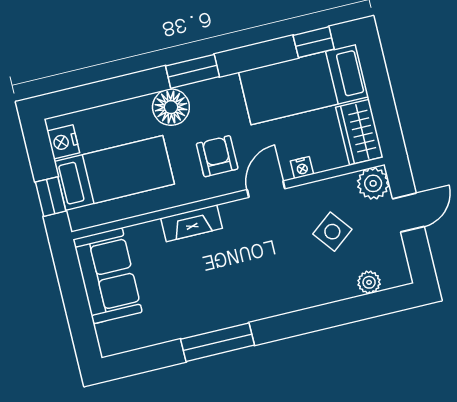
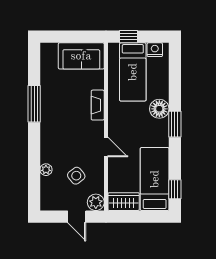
armchair: (217, 156) -> (129, 126), removed
nightstand: (302, 168) -> (113, 168), removed
plant: (369, 282) -> (46, 170), moved

